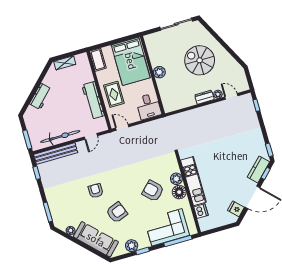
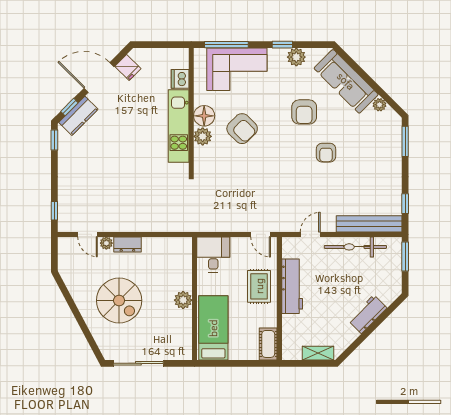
bed: (131, 61) -> (213, 328), width x0.67
armchair: (117, 212) -> (304, 112), turned -69

